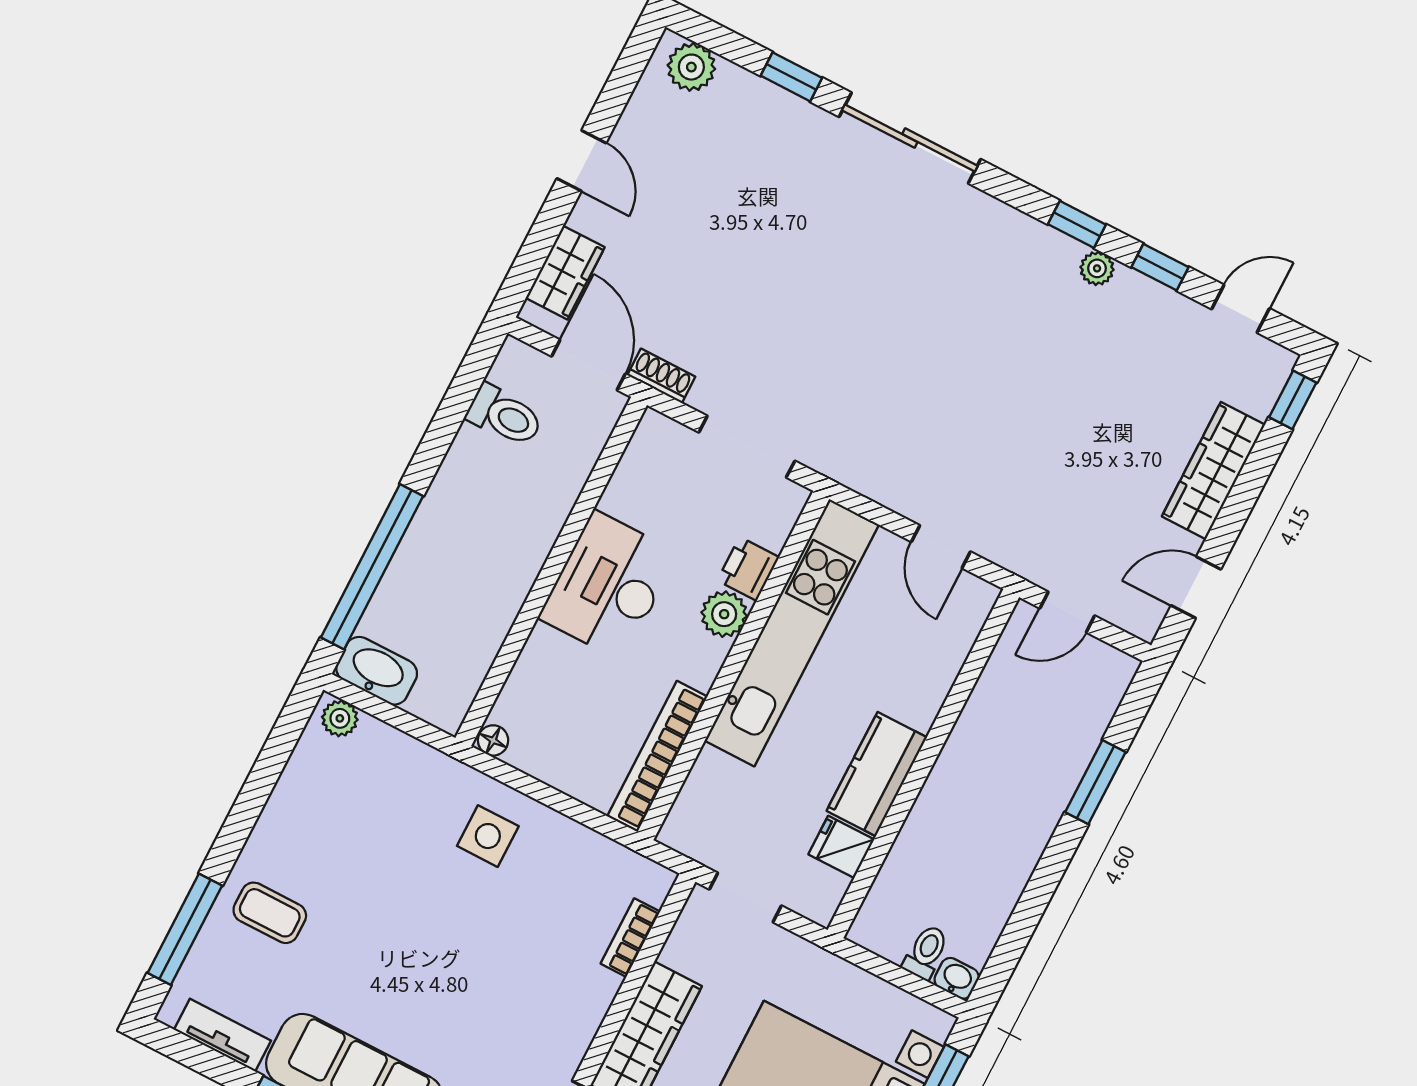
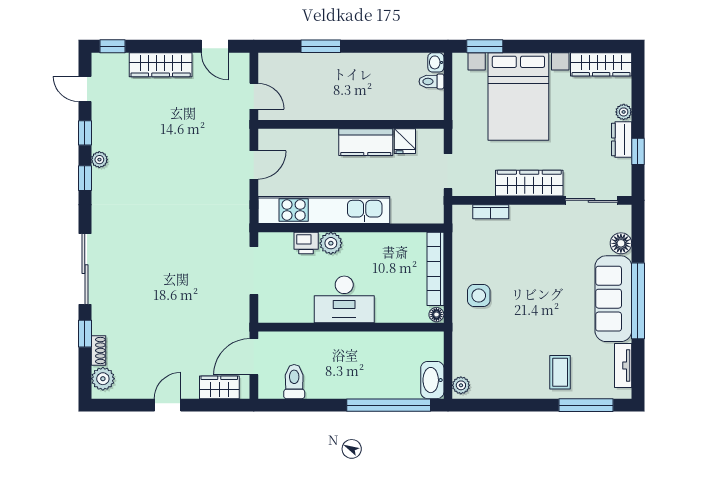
shoe rack: (661, 376) -> (99, 351), moved, turned 180
bookcase: (657, 756) -> (435, 269), moved, turned 90

